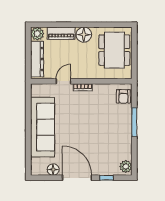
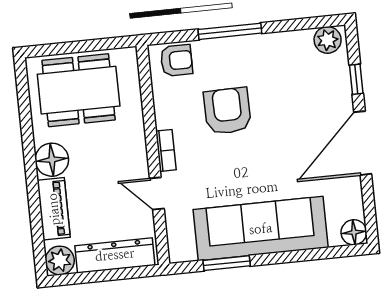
window: (28, 110) -> (227, 263), added
armchair: (98, 117) -> (227, 111), added
floor lamp: (53, 170) -> (354, 232), moved

